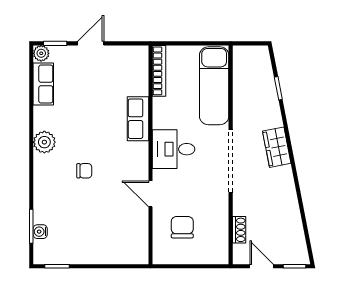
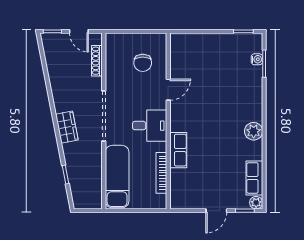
bookcase: (159, 71) -> (161, 173), moved
chair: (84, 171) -> (222, 108), removed
door: (151, 194) -> (168, 90), hinge flipped
shoe rack: (239, 230) -> (97, 61), width x1.43

